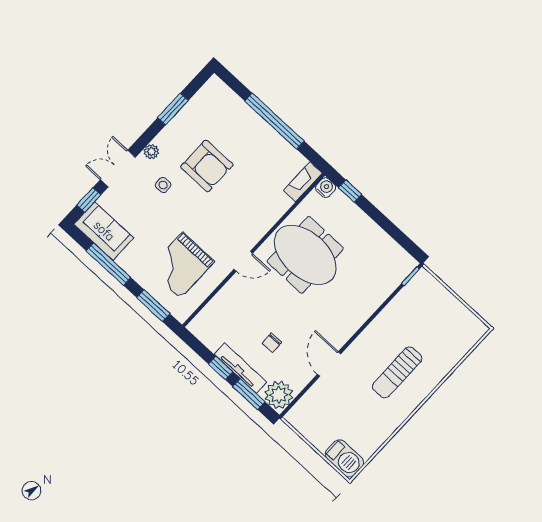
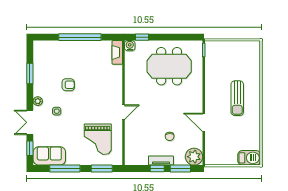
armchair: (207, 166) -> (68, 85), width x0.53, depth x0.53
meeting table: (305, 255) -> (169, 66), moved
tv unit: (240, 368) -> (161, 161), width x0.71

